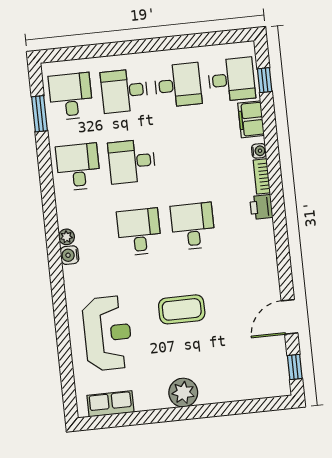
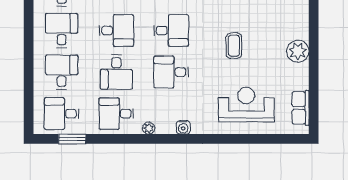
desk: (124, 91) -> (62, 72), turned 180
desk: (185, 156) -> (116, 30), added
desk: (193, 226) -> (171, 30), turned 180
plant: (67, 237) -> (149, 128), moved
coffee table: (182, 309) -> (234, 46), width x0.73, depth x0.77

